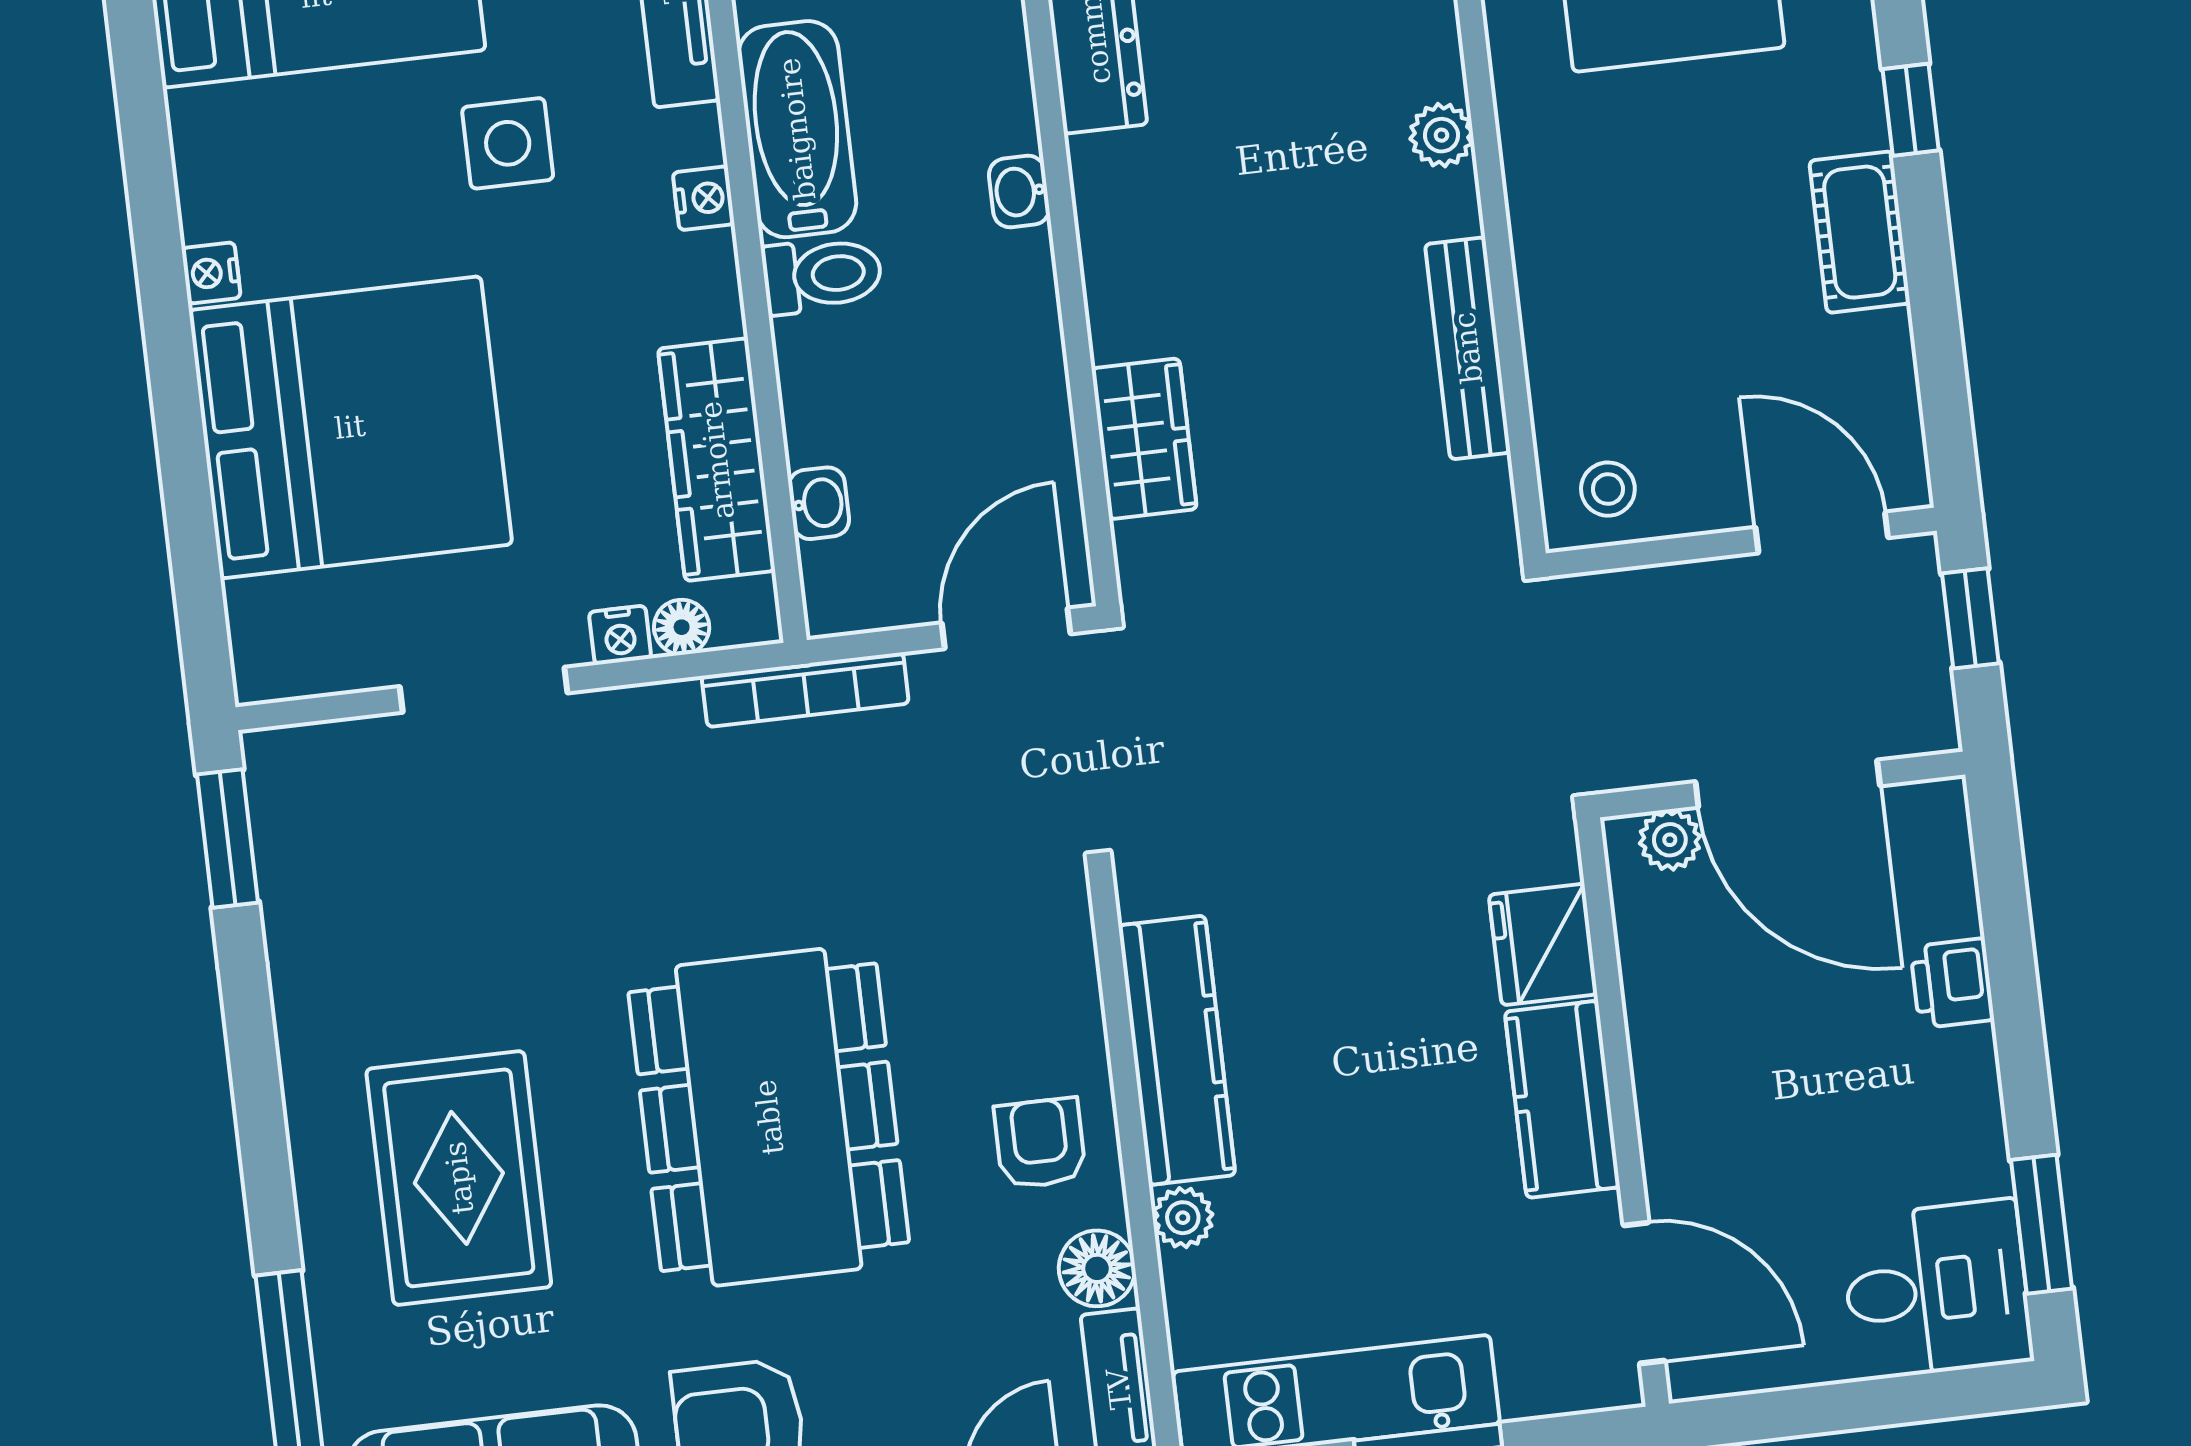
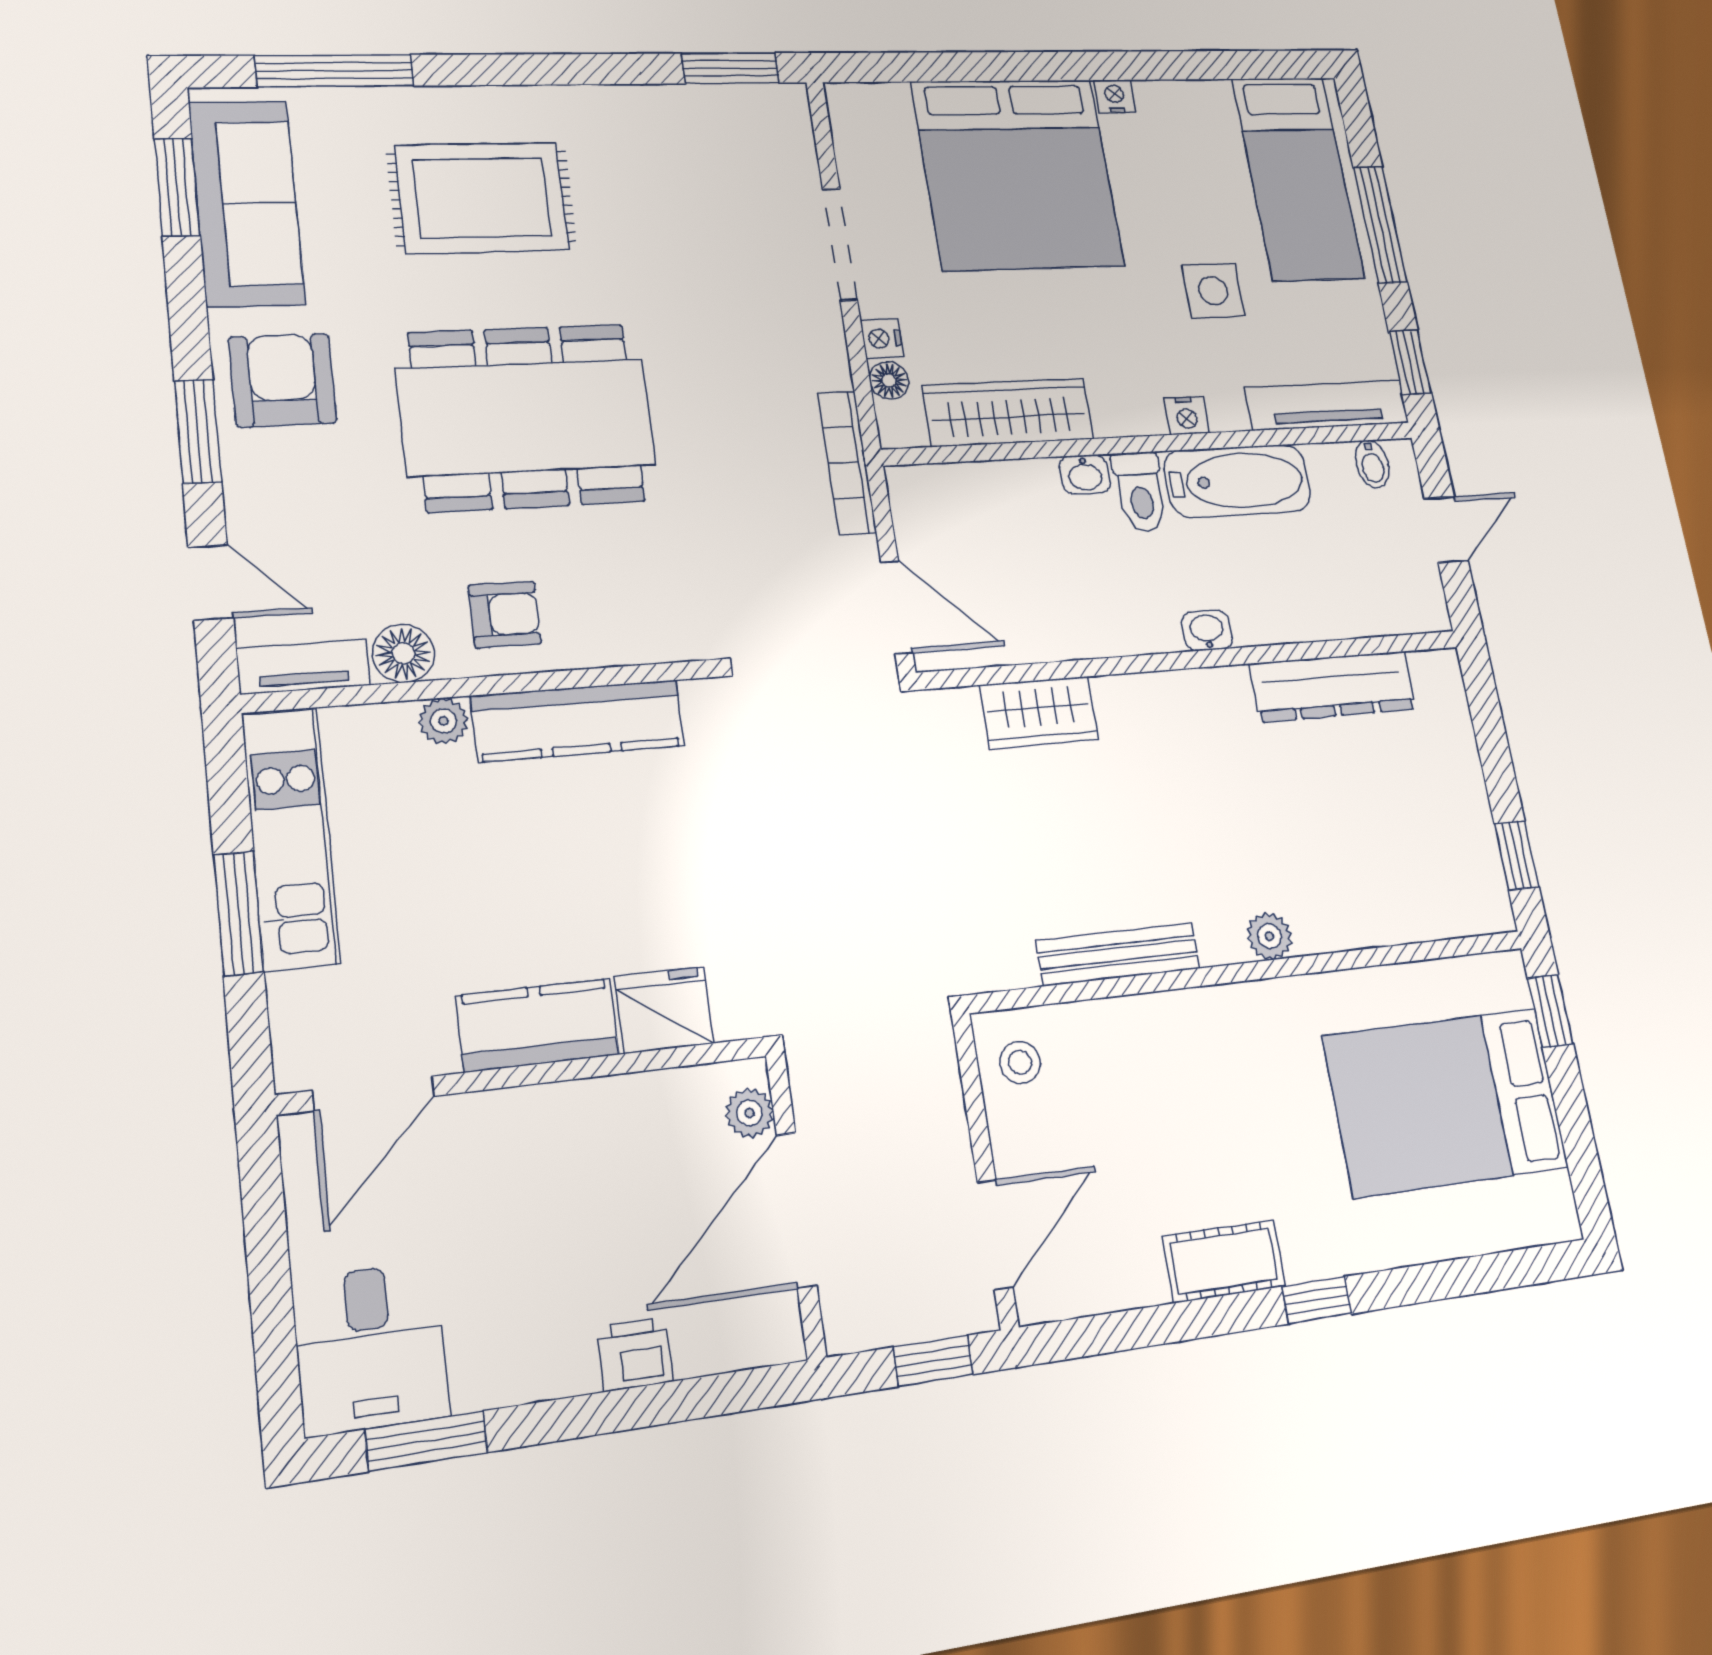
washbasin: (819, 503) -> (1085, 474), moved

